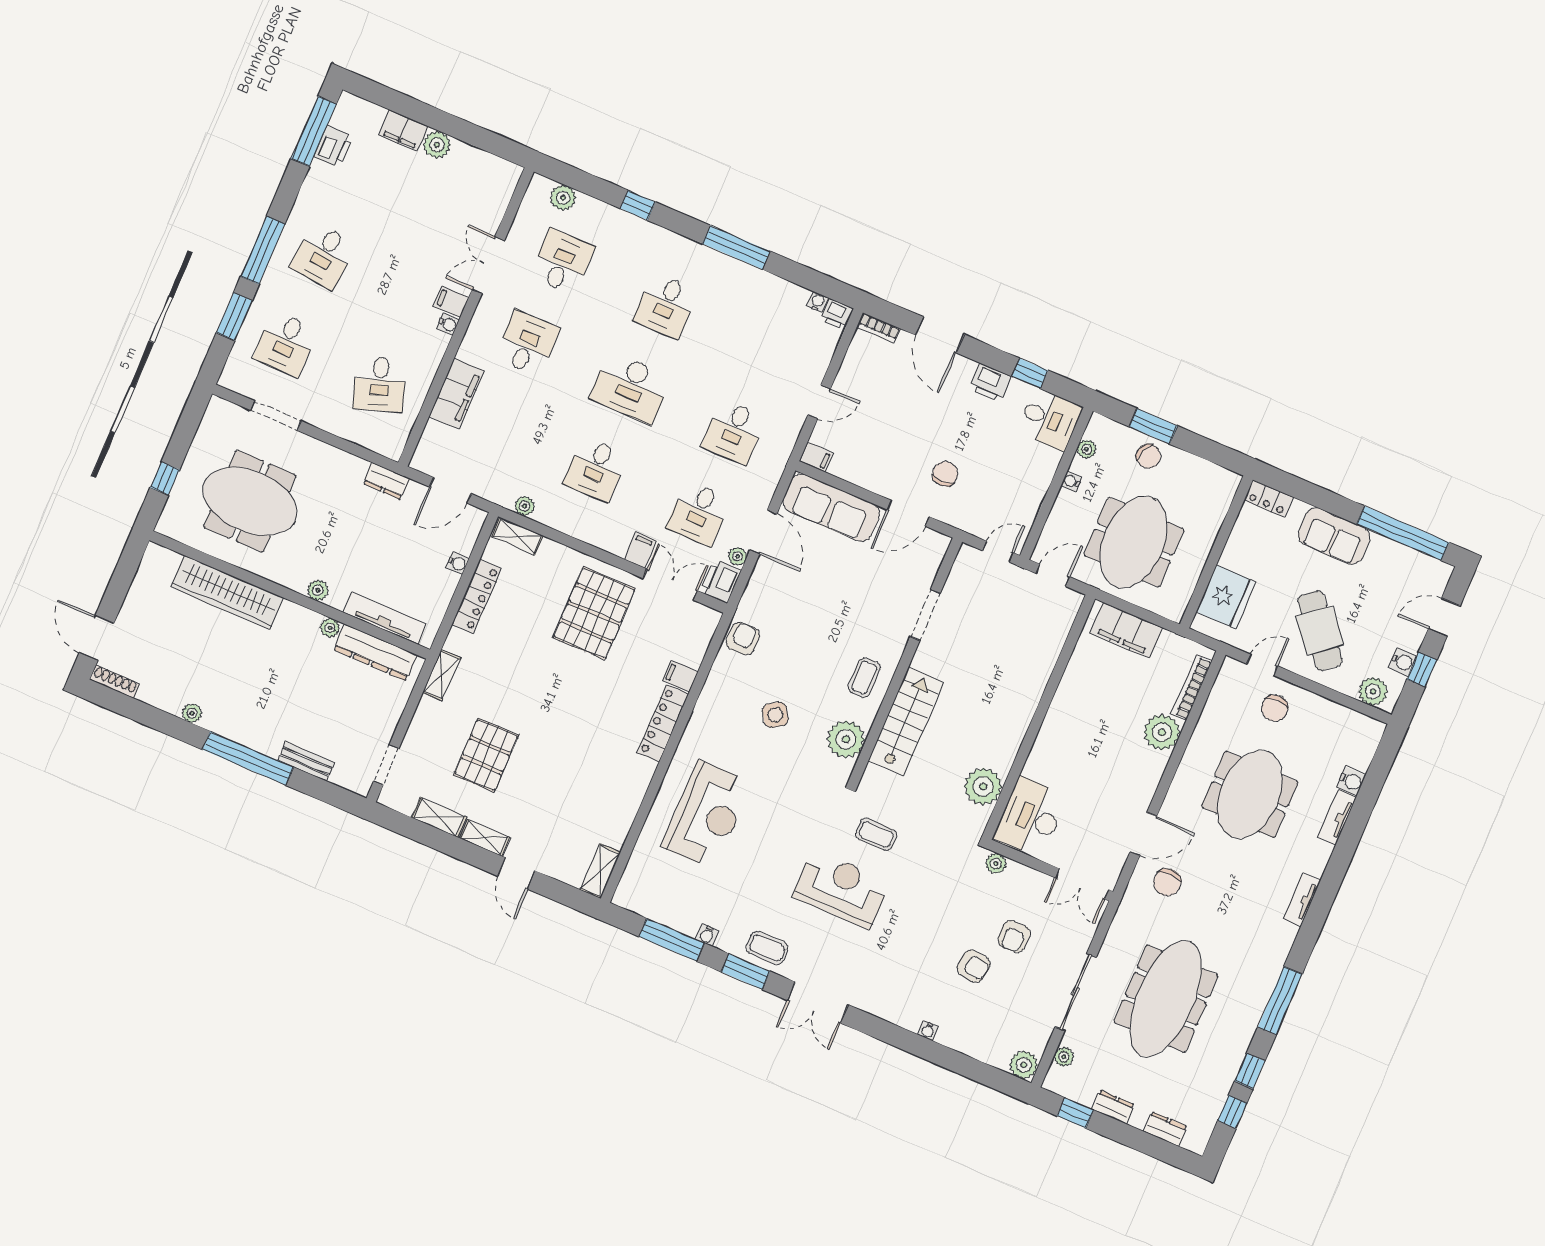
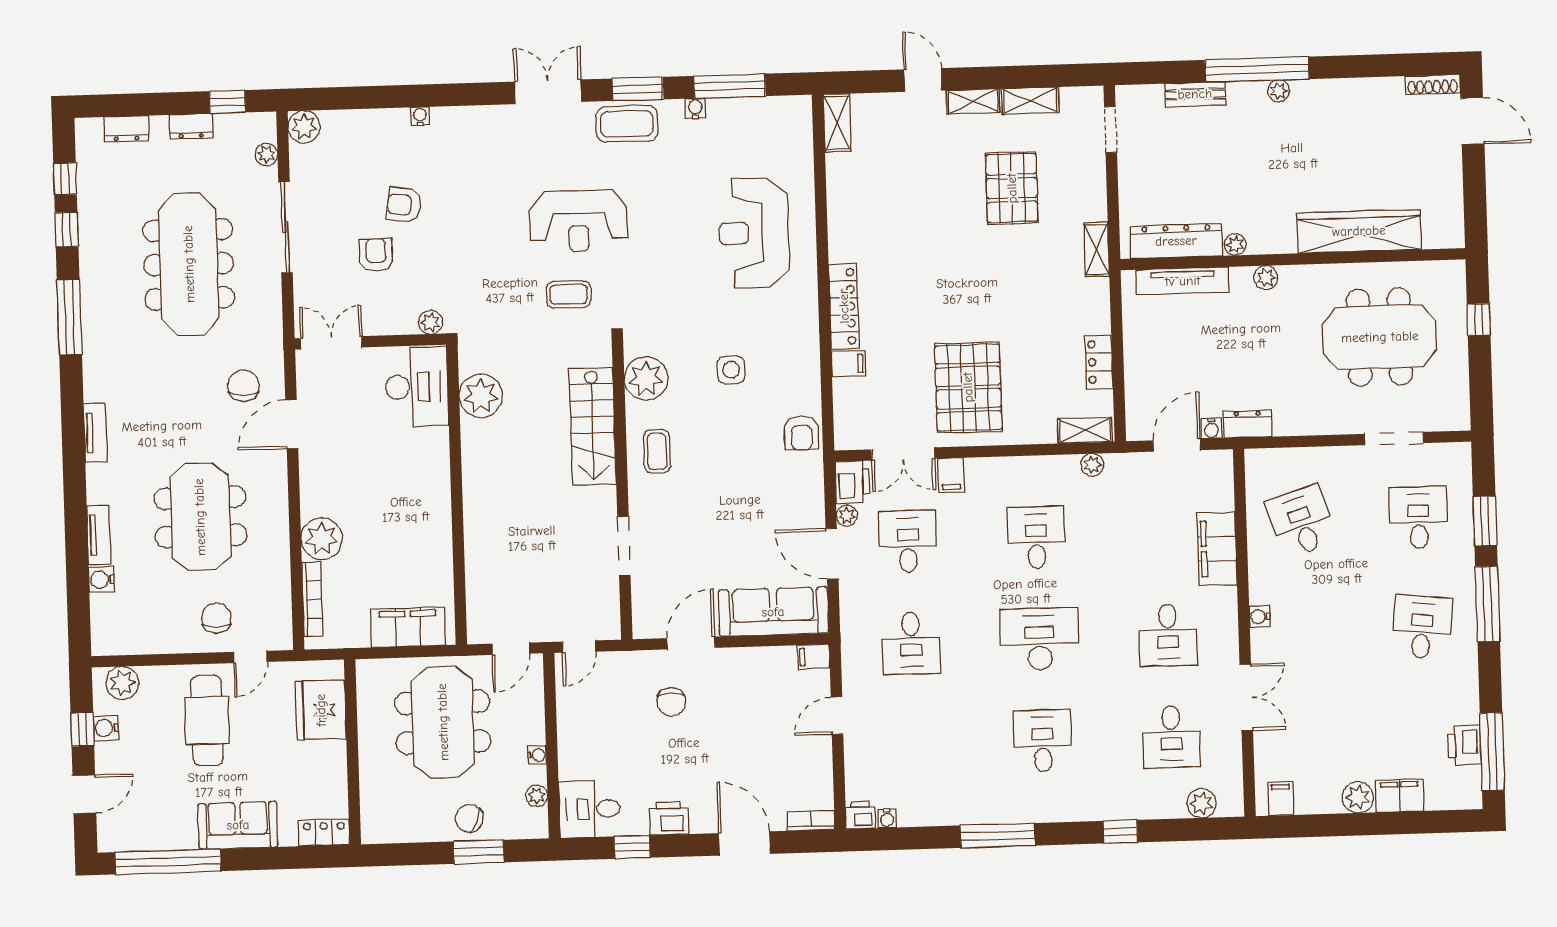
filing cabinet: (451, 302) -> (1281, 799), moved, turned -90
desk: (734, 432) -> (911, 643), turned 180
water cooler: (458, 563) -> (1211, 428), moved, turned -90
locker: (477, 596) -> (1099, 362), width x0.66
cafe table: (1320, 631) -> (207, 721), turned 39
plant: (192, 713) -> (1279, 91), moved
side table: (775, 715) -> (731, 370), turned 33
coffee table: (767, 948) -> (627, 124), width x1.36, depth x1.30

